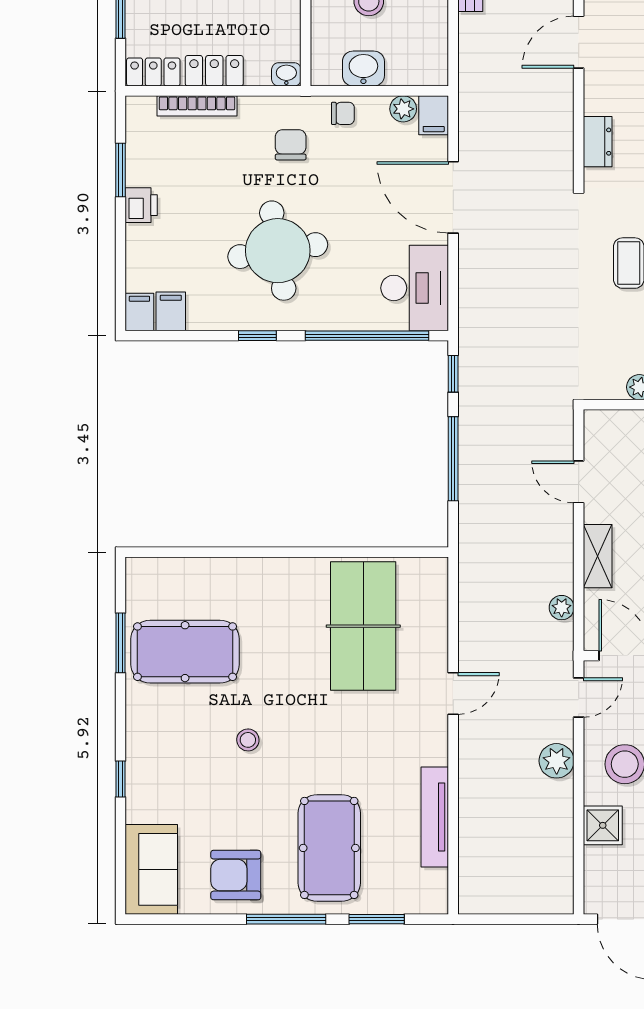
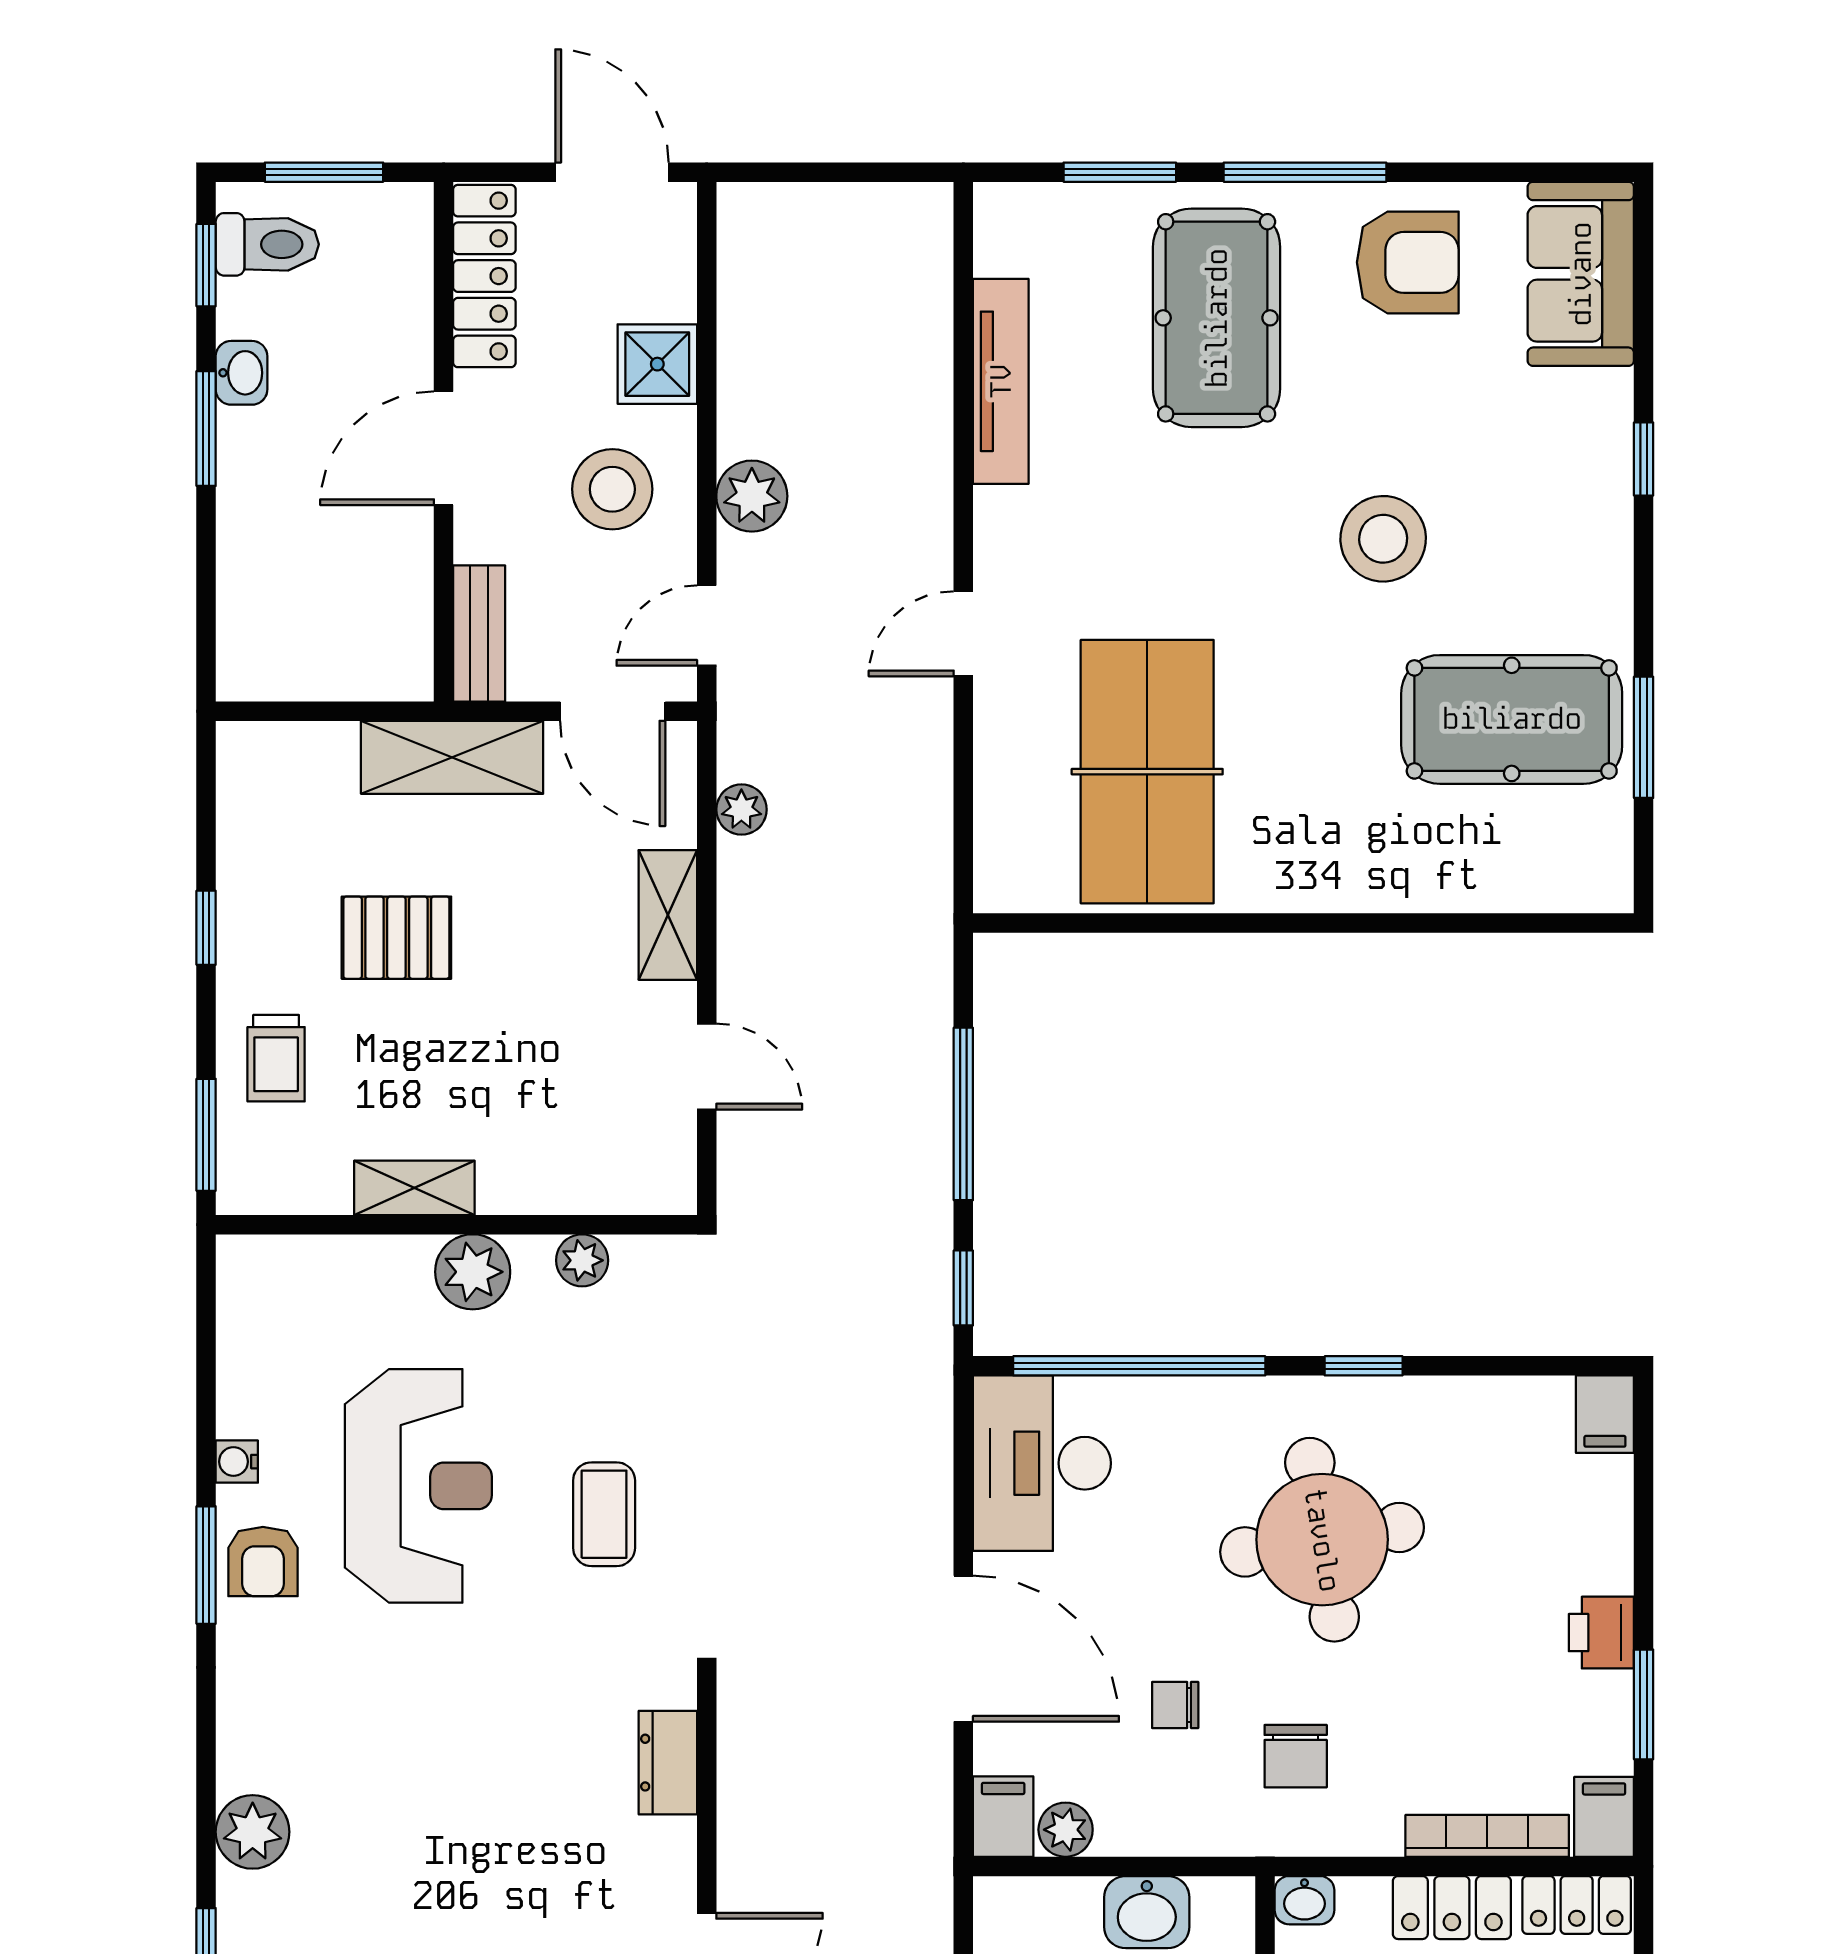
chair: (343, 113) -> (1175, 1705), moved
filing cabinet: (171, 311) -> (1604, 1817), moved, turned 180
stool: (248, 740) -> (1383, 539), width x1.89, depth x1.89

